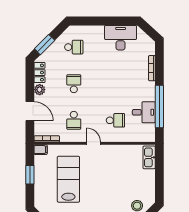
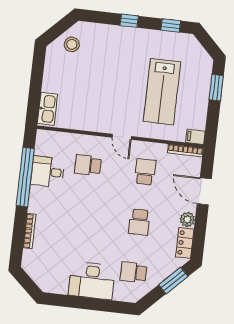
desk: (121, 38) -> (92, 281), moved
window: (30, 175) -> (216, 88), moved

